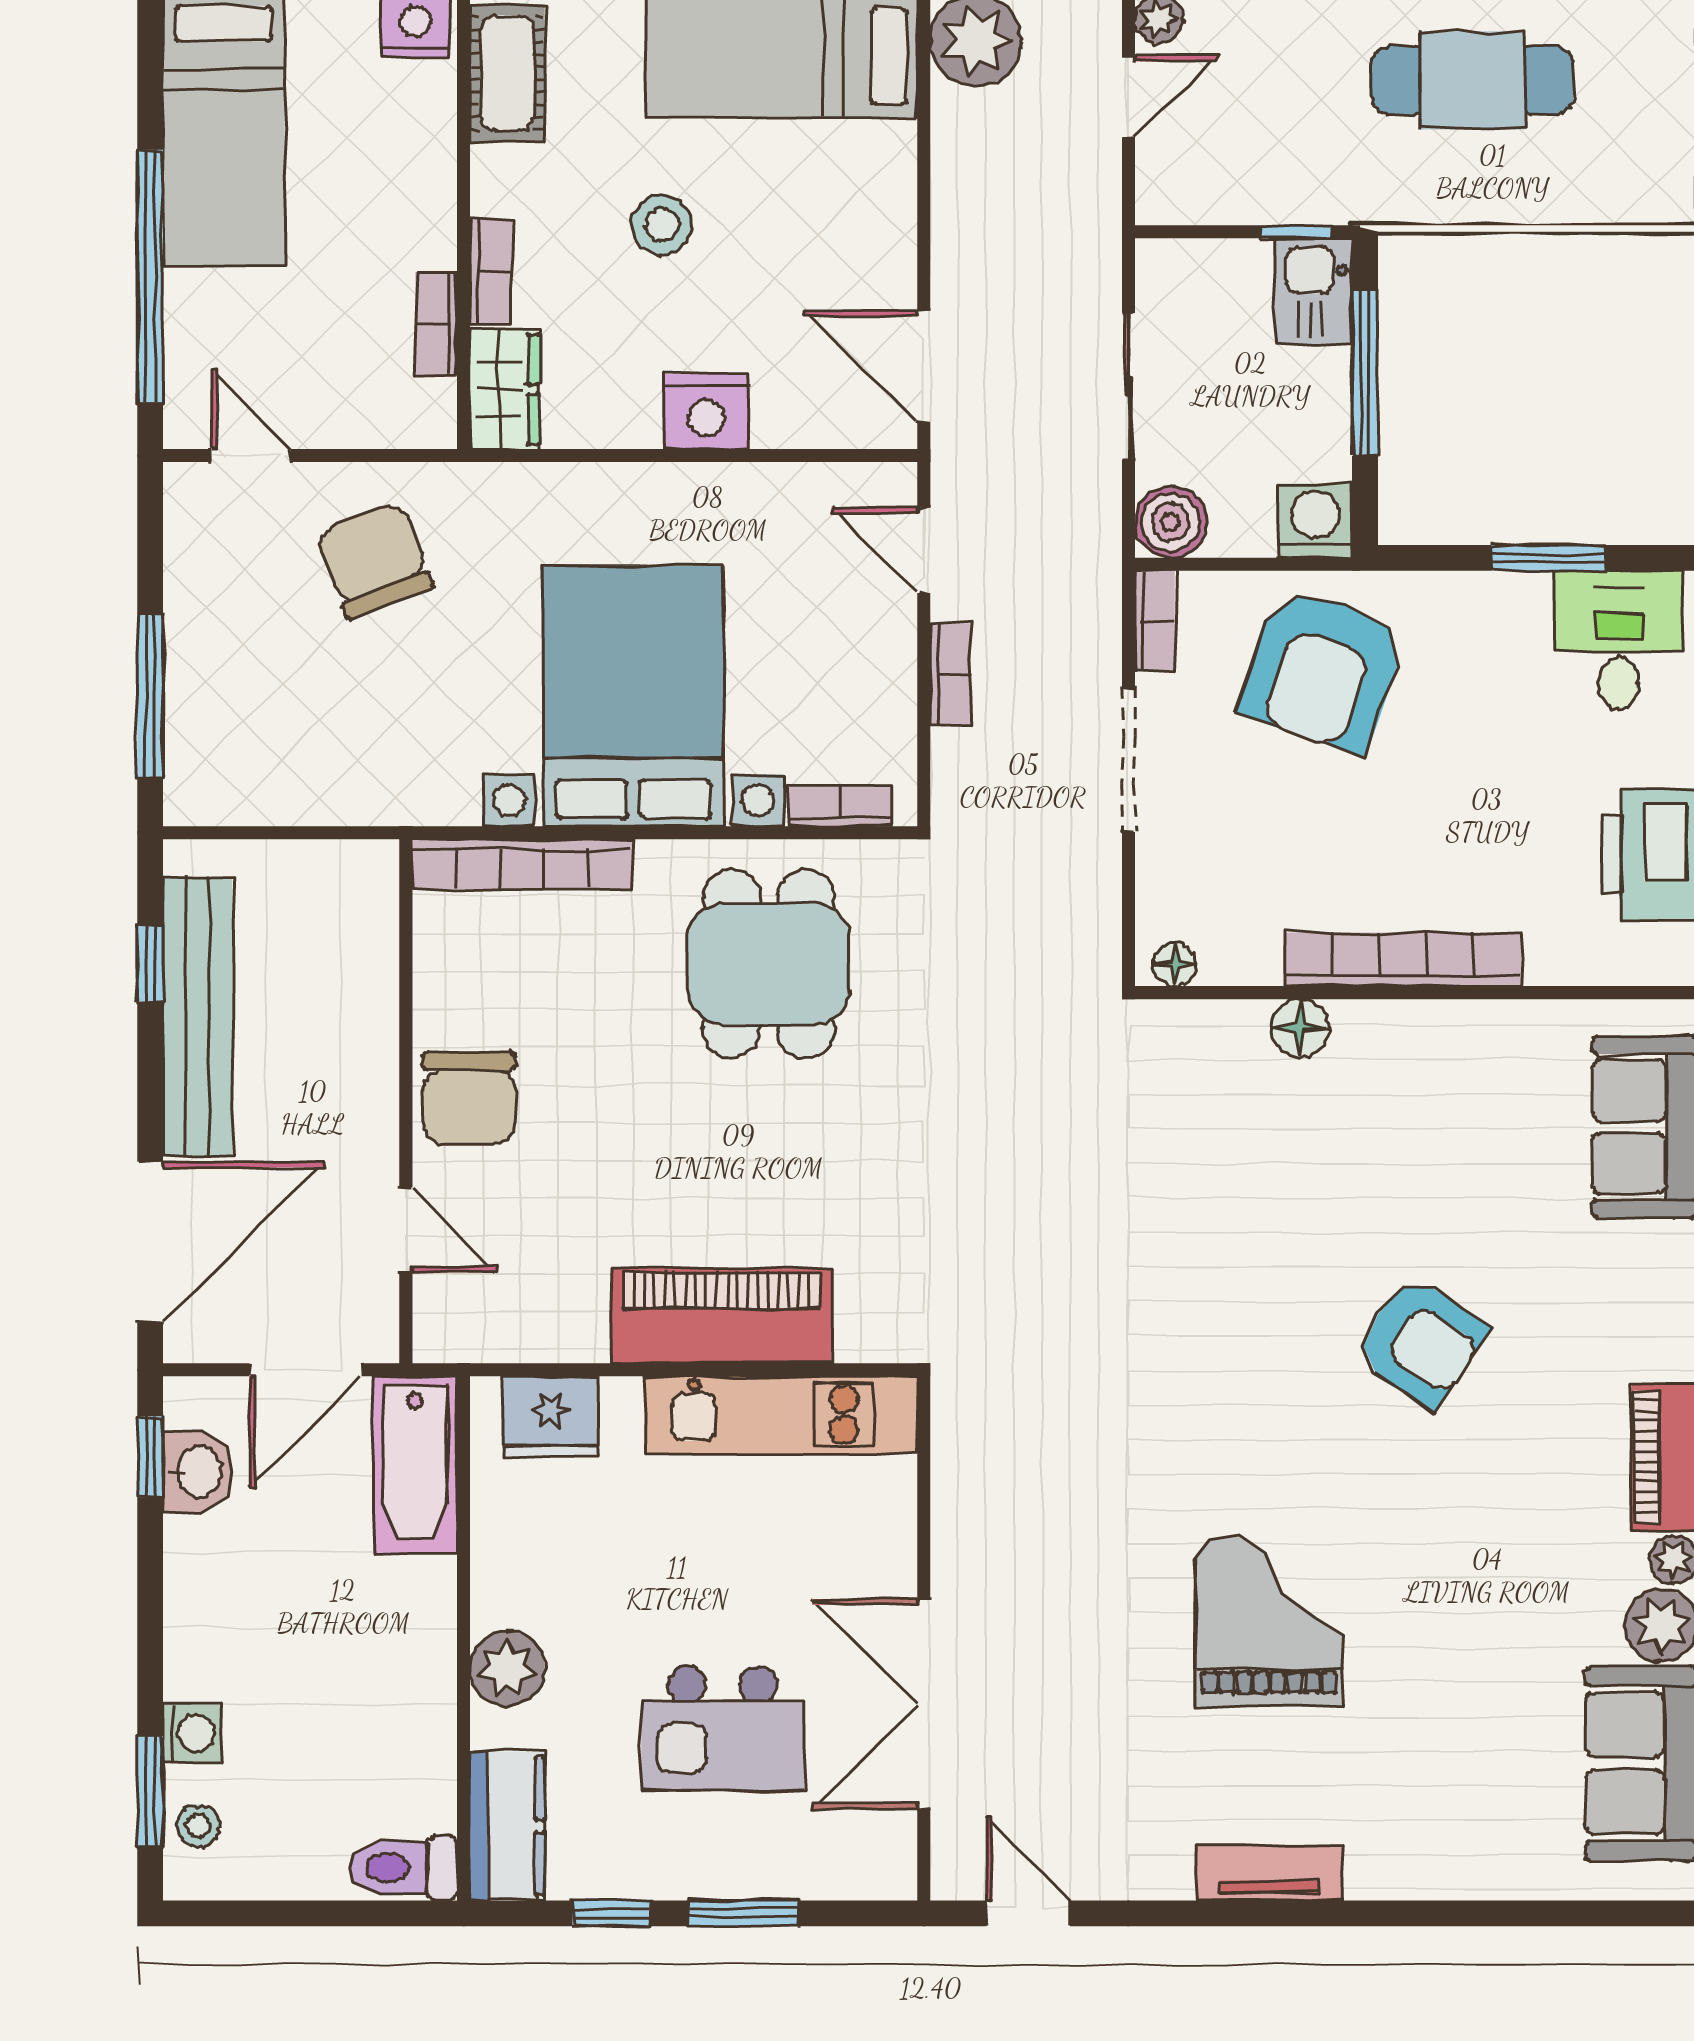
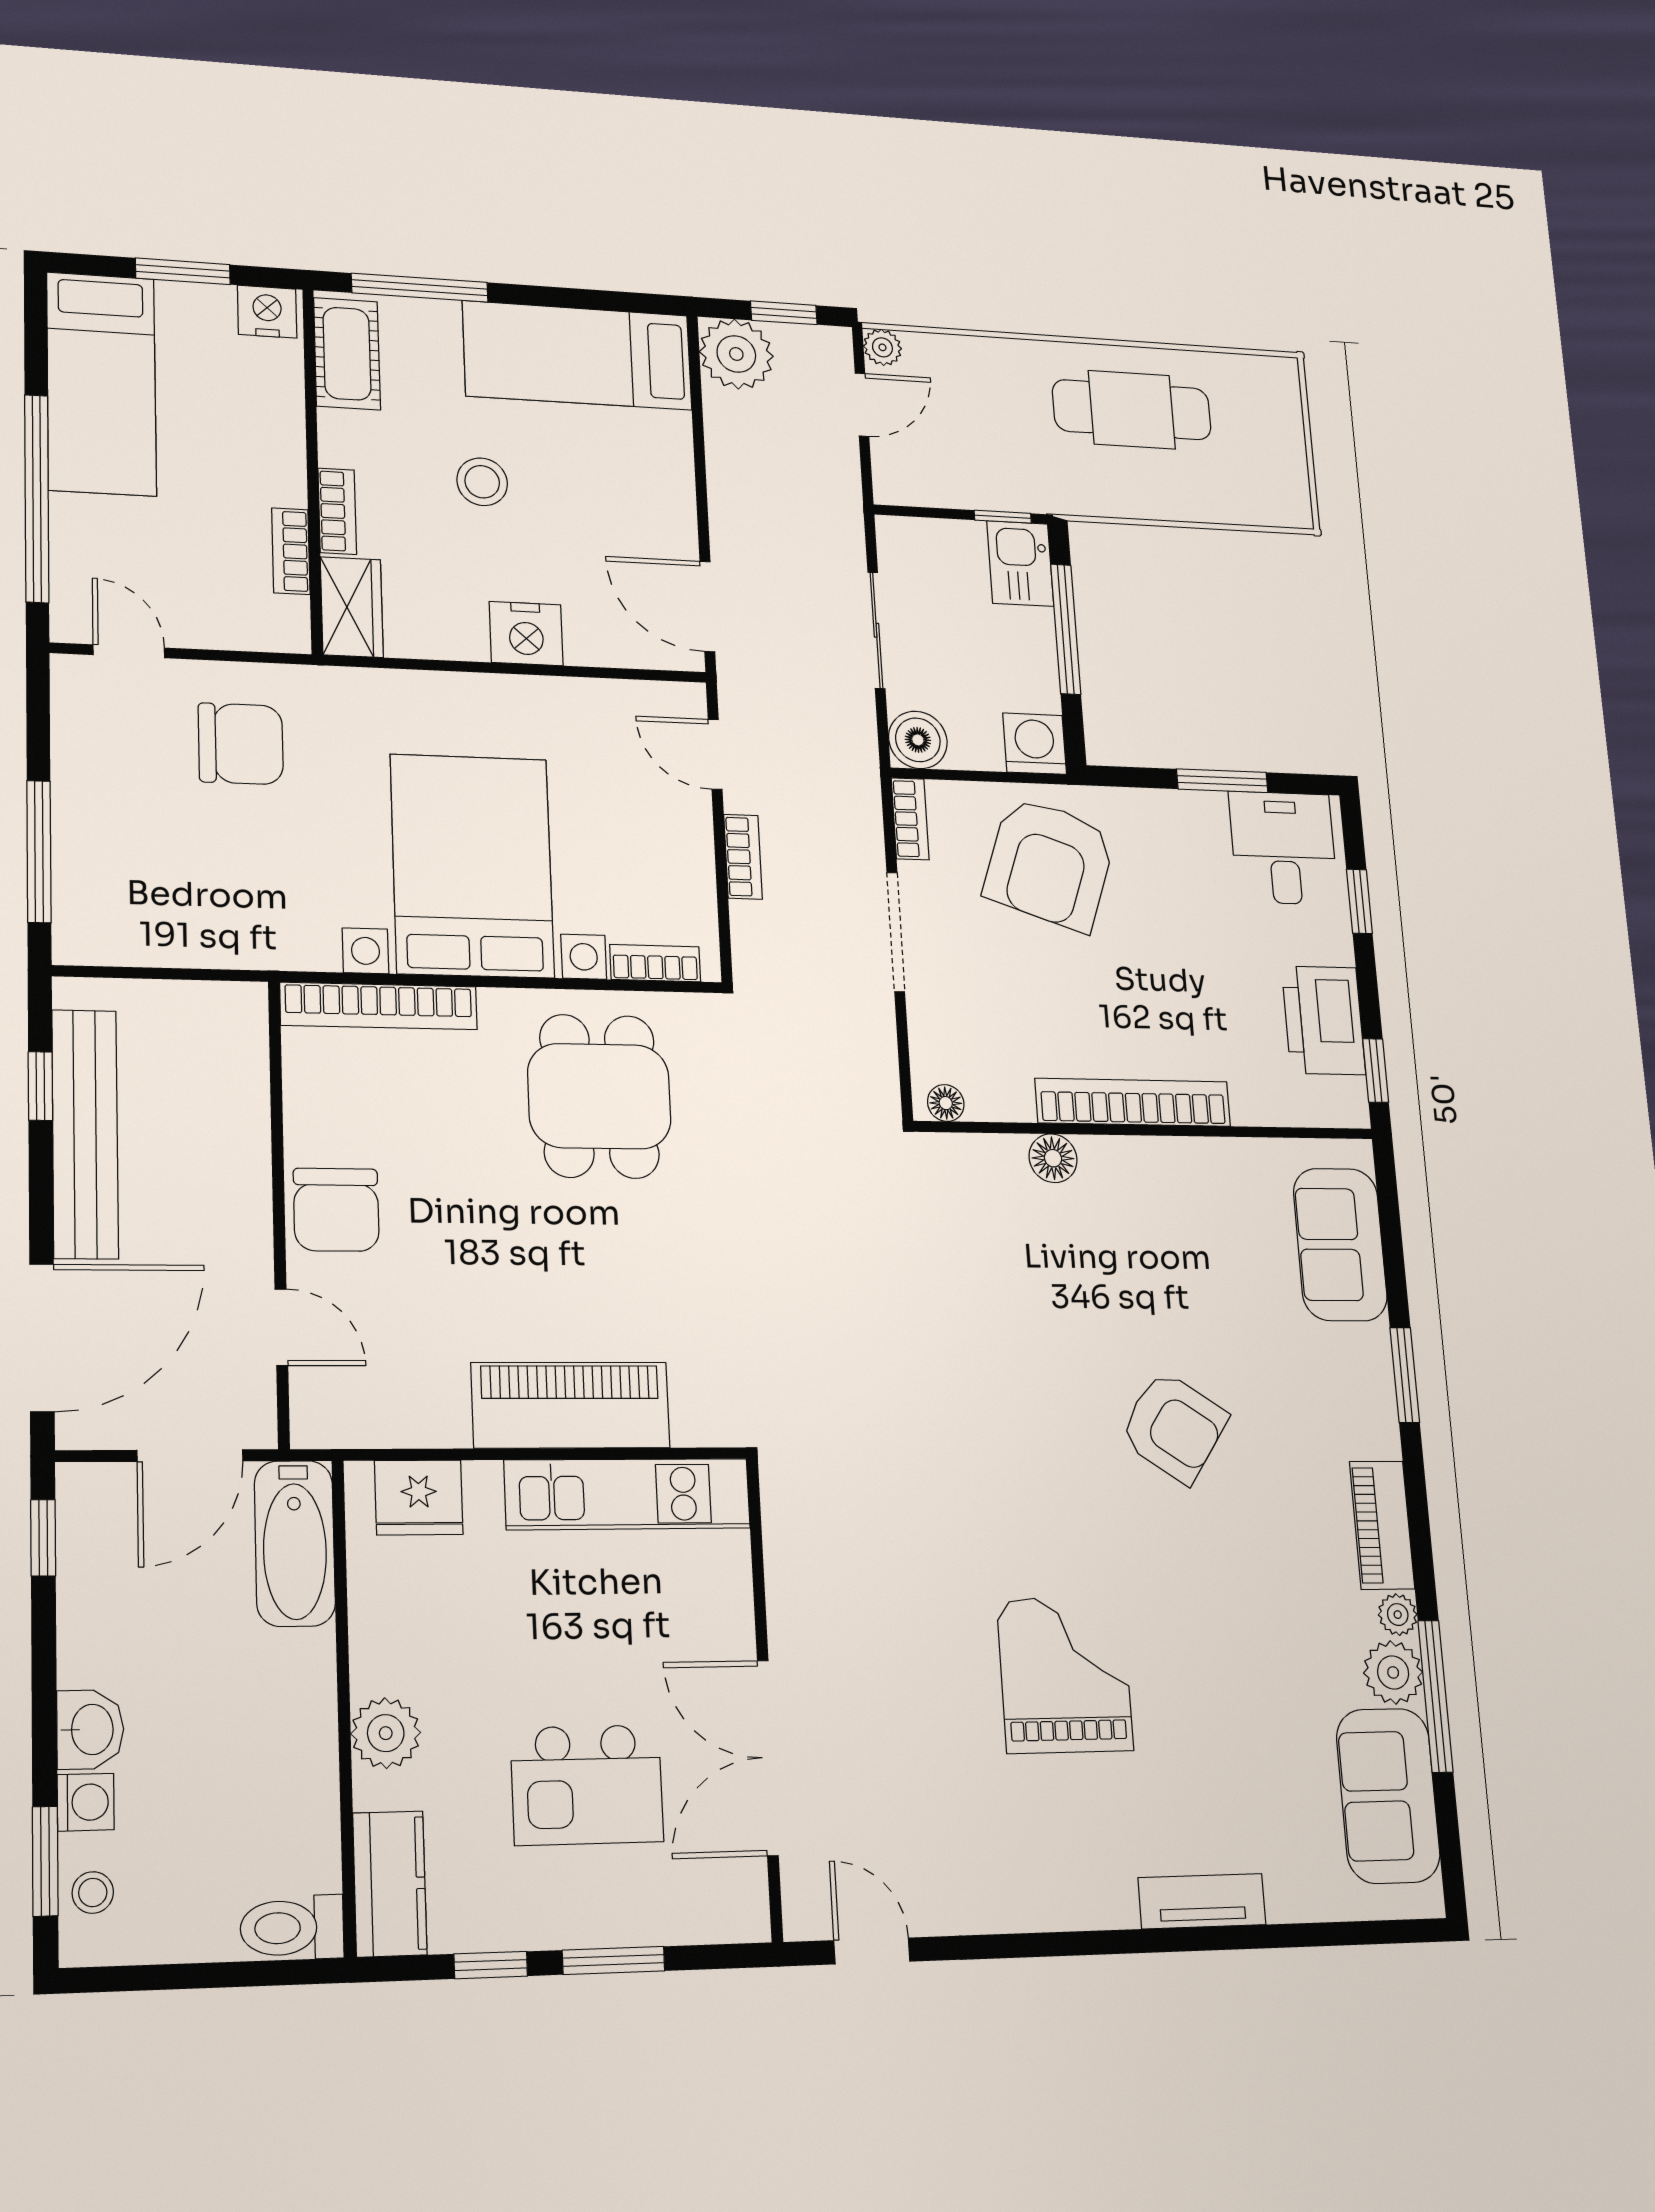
chair: (375, 561) -> (241, 744), turned 111
washbasin: (197, 1472) -> (90, 1730), moved
tv unit: (1269, 1873) -> (1202, 1901), moved

